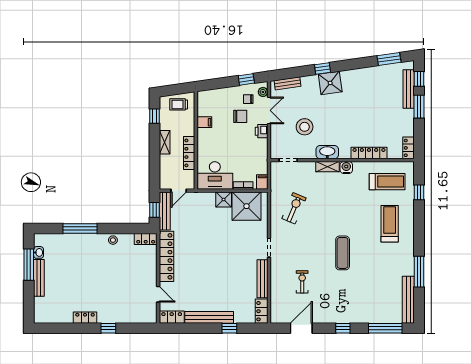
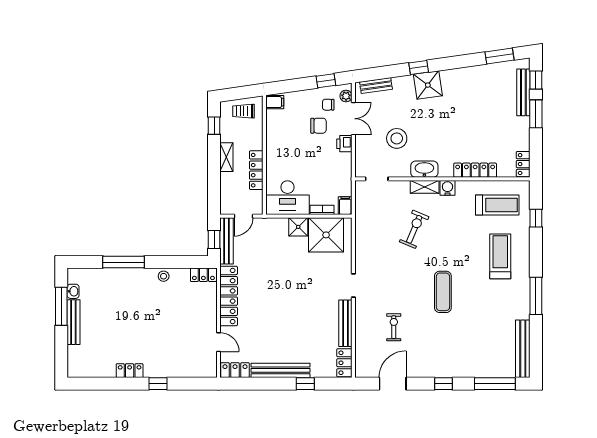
filing cabinet: (204, 122) -> (275, 102), moved
exercise bike: (294, 208) -> (414, 229), moved
window: (419, 272) -> (536, 296), moved

